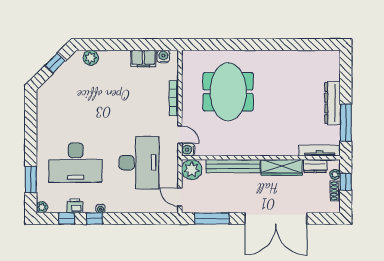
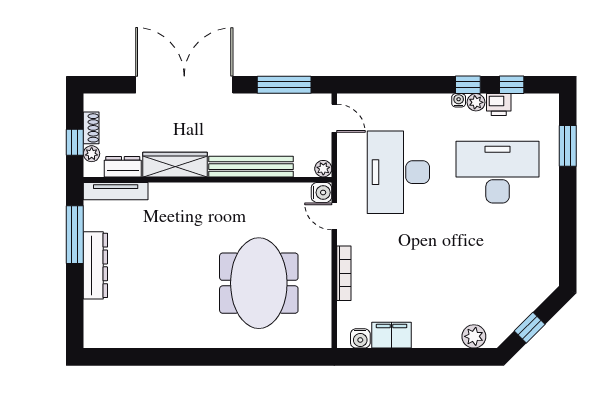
plant: (192, 170) -> (323, 169), width x0.53, depth x0.53
plant: (42, 207) -> (476, 102), moved

